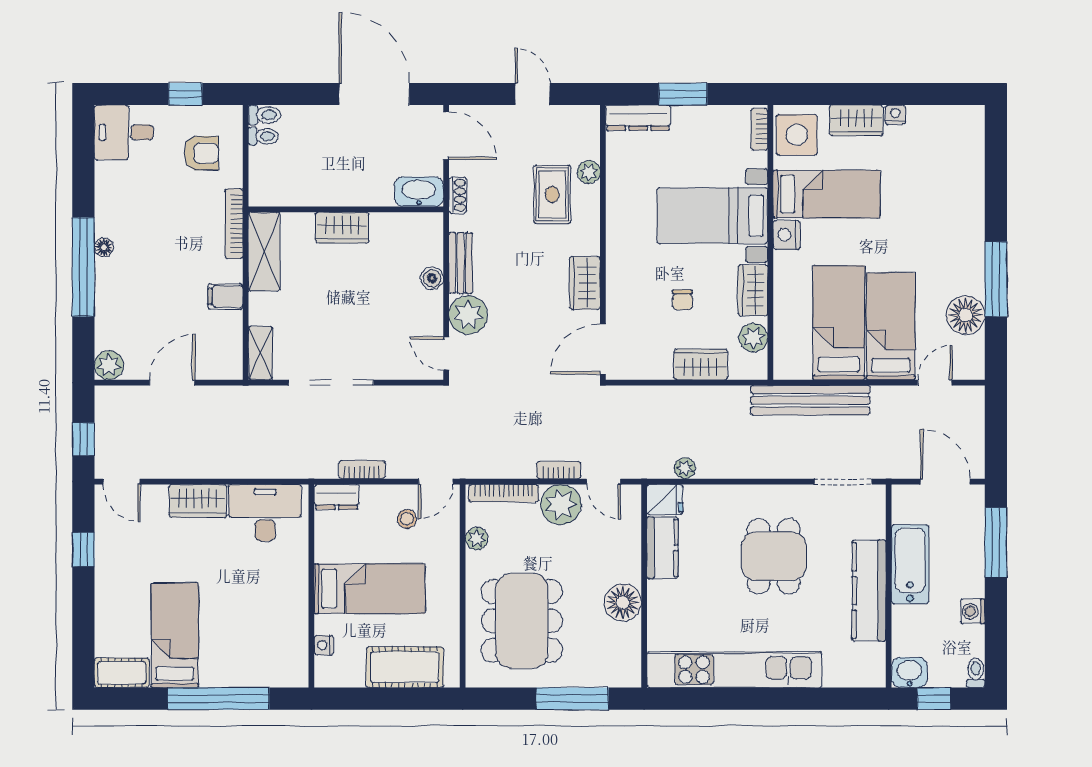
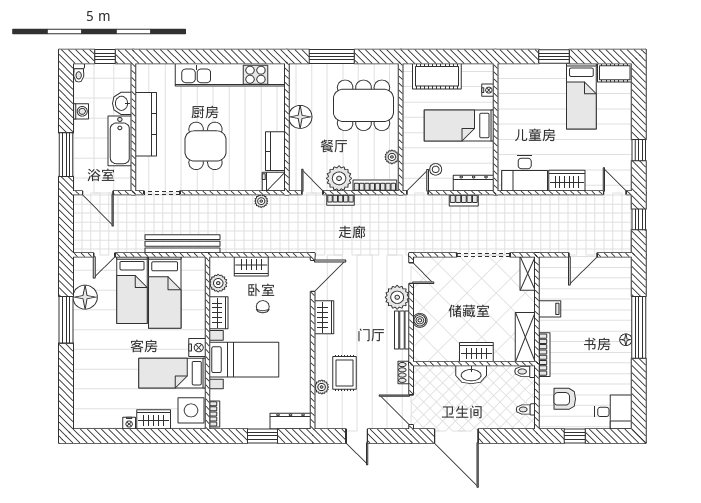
toilet: (264, 115) -> (525, 371), moved
washbasin: (419, 192) -> (471, 375), moved
plant: (109, 365) -> (623, 266), removed
dresser: (337, 497) -> (474, 183), width x1.44
dining table: (522, 621) -> (363, 105), turned 90
washbasin: (909, 673) -> (122, 103), moved, turned 90
window: (218, 699) -> (554, 56), width x0.47

